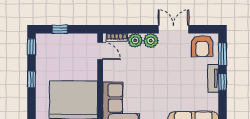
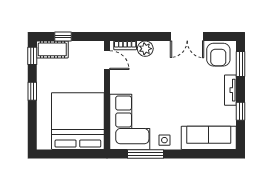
double door: (173, 29) -> (187, 36), swing flipped
cot: (50, 41) -> (52, 49), added
plant: (151, 41) -> (162, 49), removed
window: (223, 82) -> (241, 111), moved

